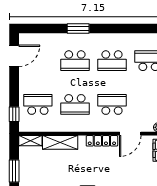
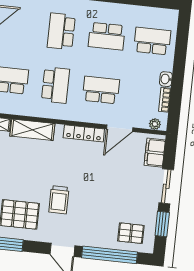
school desk: (75, 61) -> (61, 31), turned 90
school desk: (75, 104) -> (55, 85), turned -90

